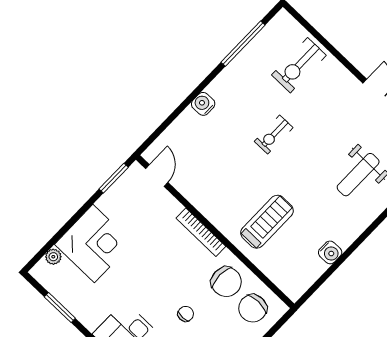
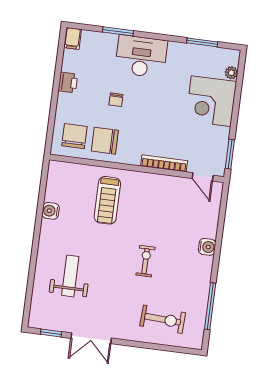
exercise bike: (299, 65) -> (163, 319), turned 93
bookcase: (201, 232) -> (164, 163), moved

